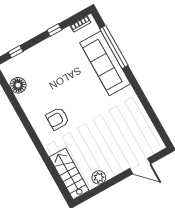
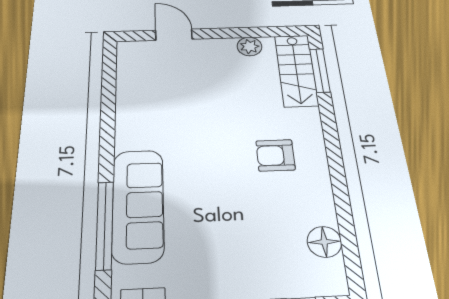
armchair: (57, 119) -> (275, 155), turned 180
window: (58, 179) -> (320, 70), added

